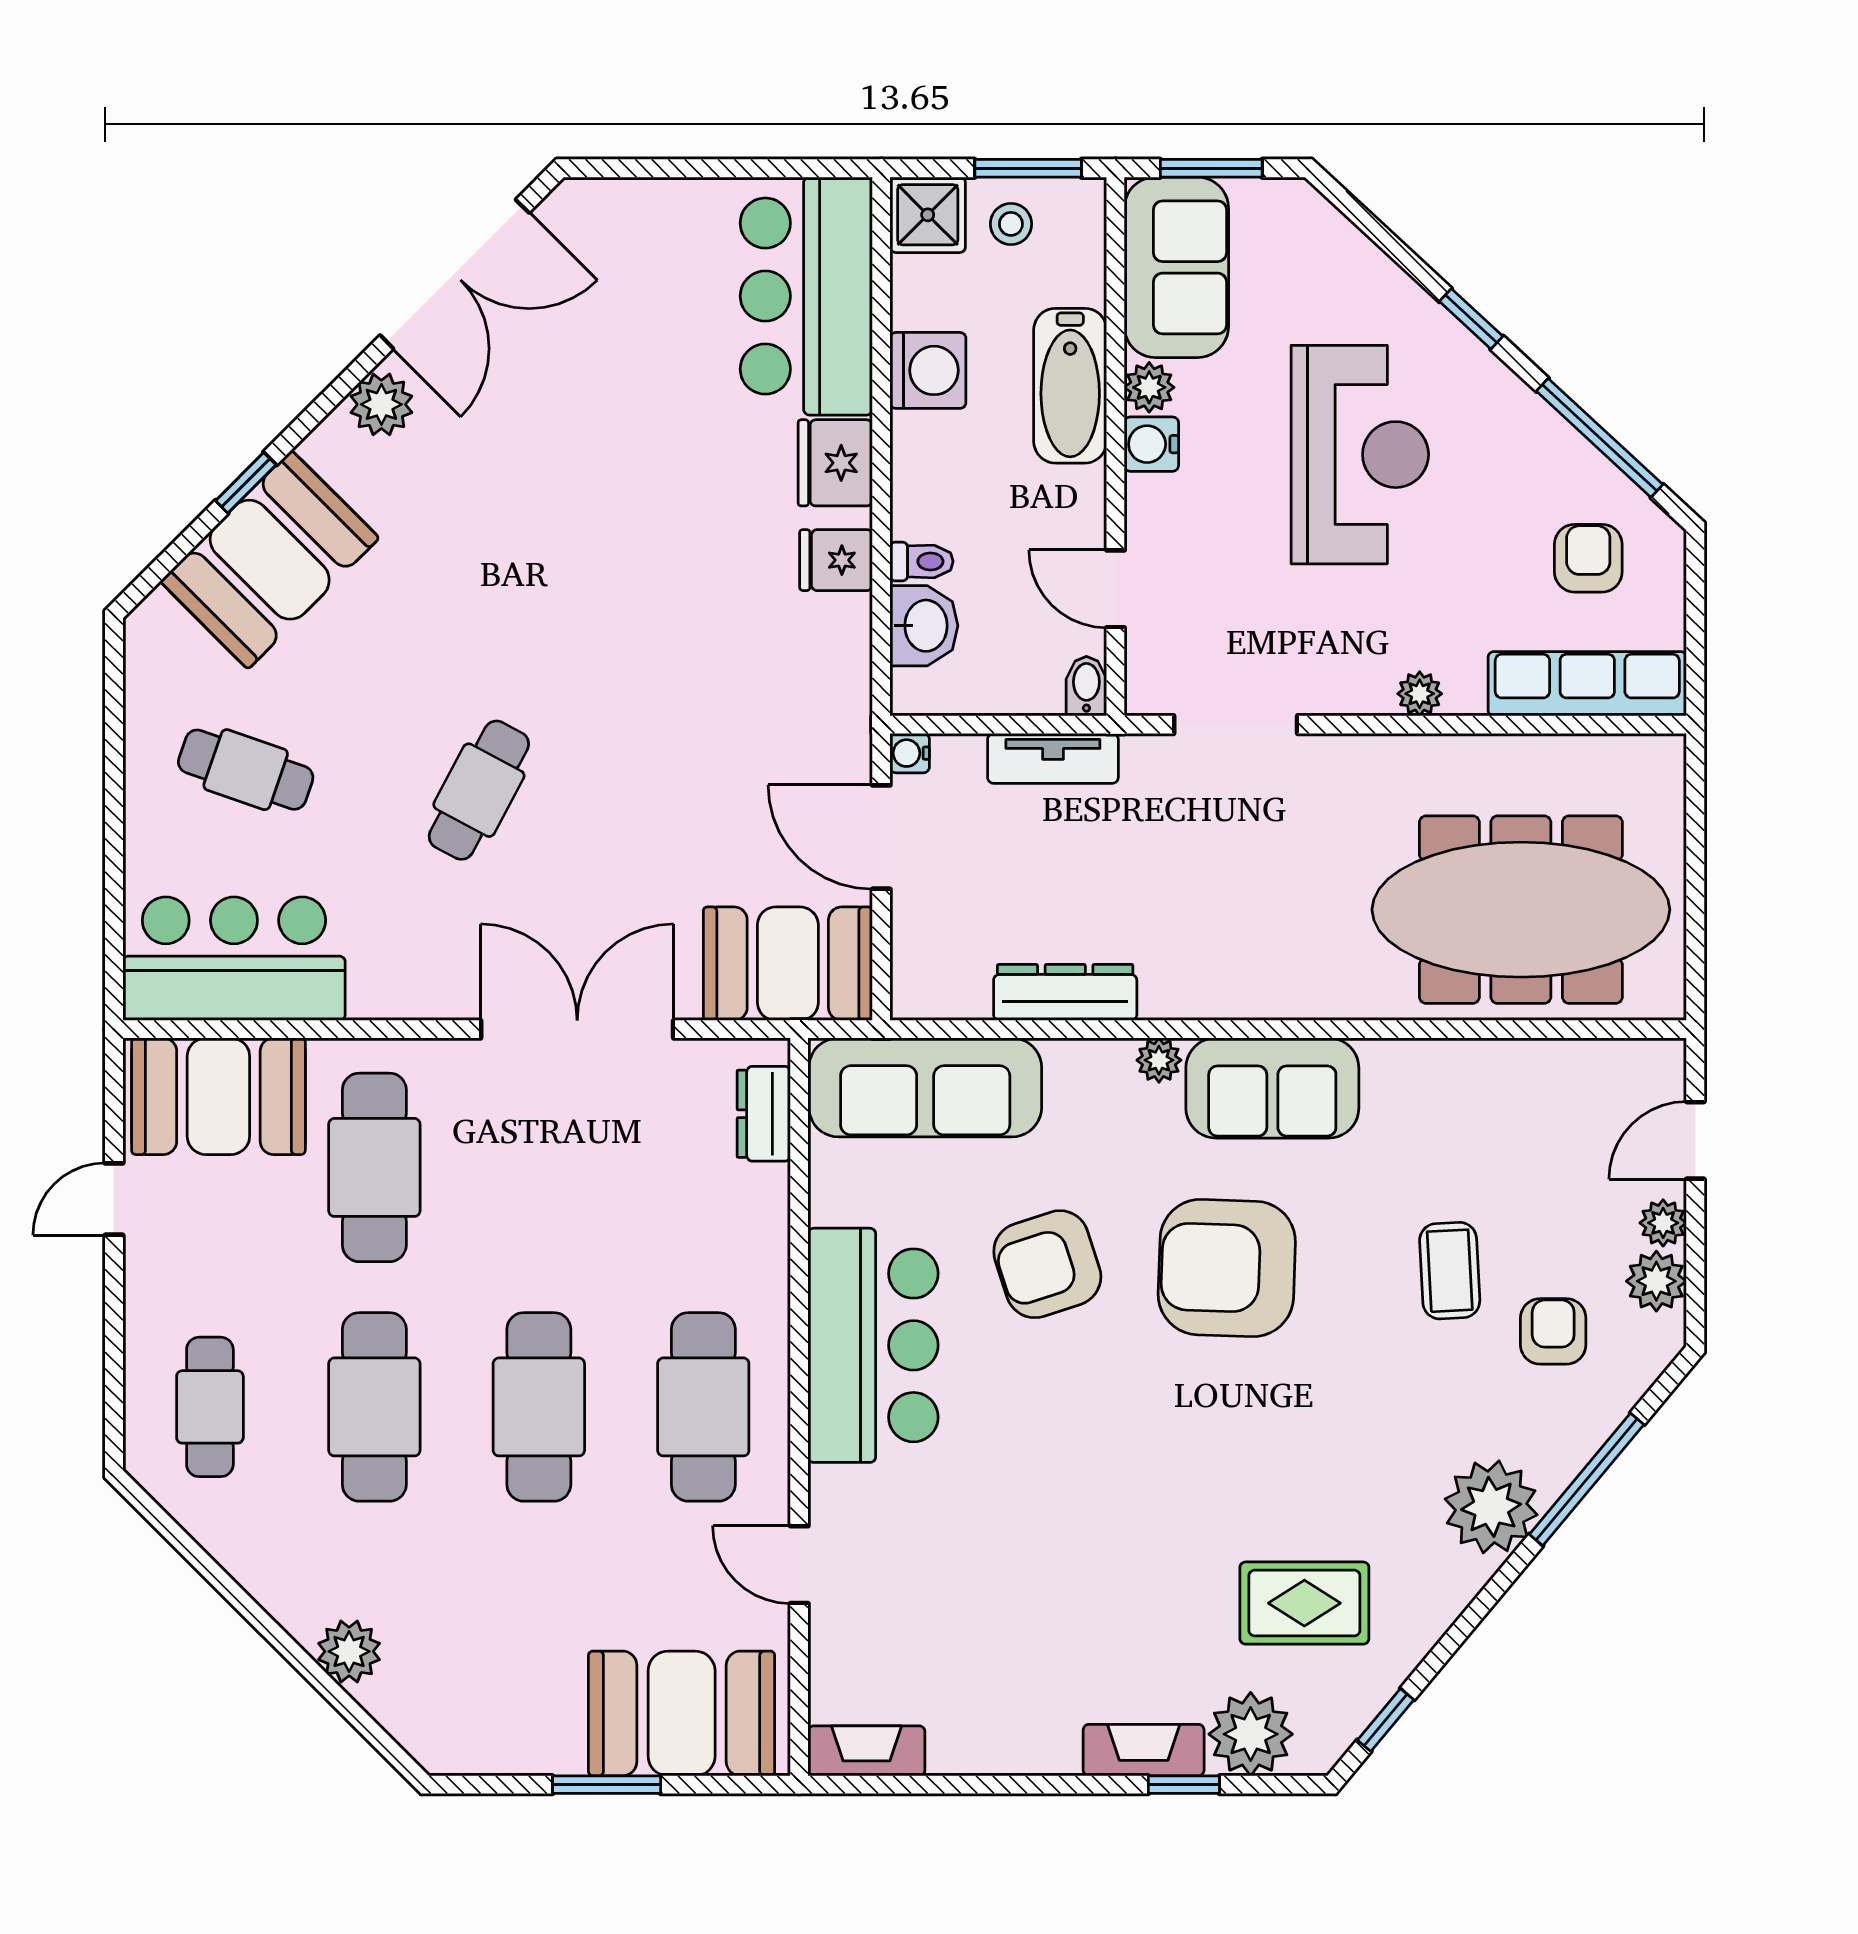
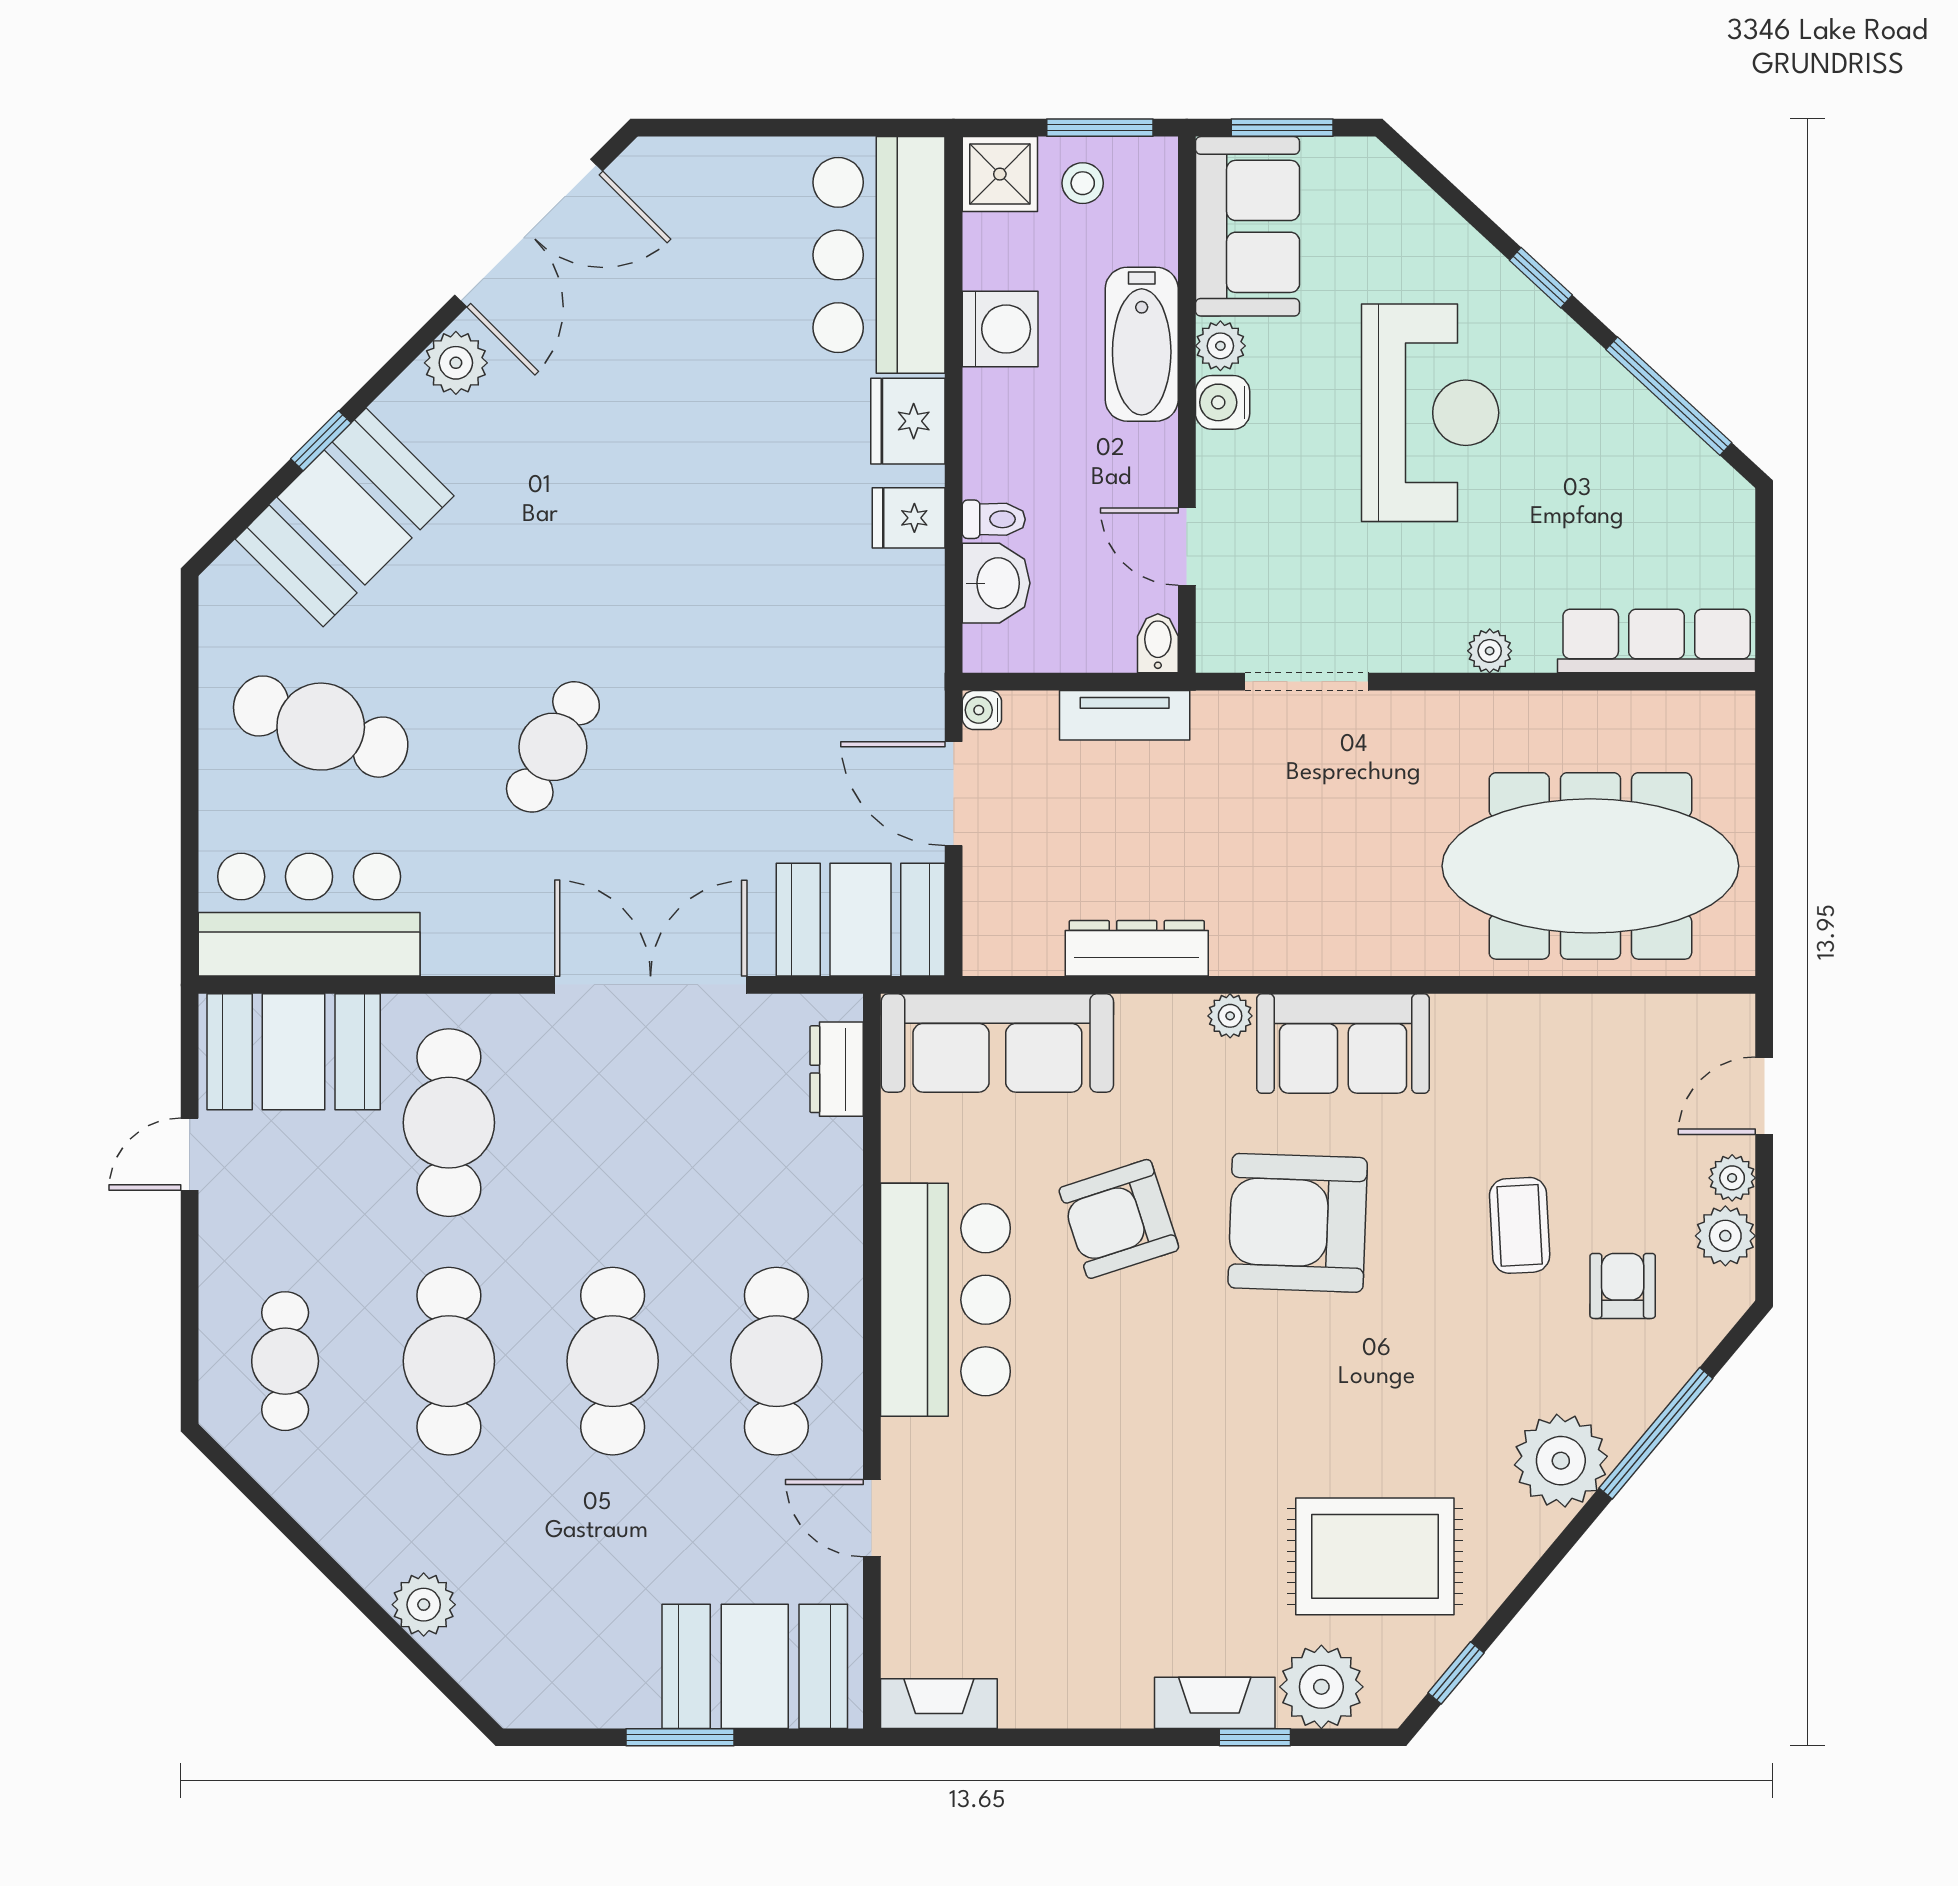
armchair: (1588, 558) -> (1658, 516), removed
cafe table: (246, 770) -> (321, 727), width x1.37, depth x1.35
rug: (1304, 1603) -> (1375, 1556), width x1.36, depth x1.43

